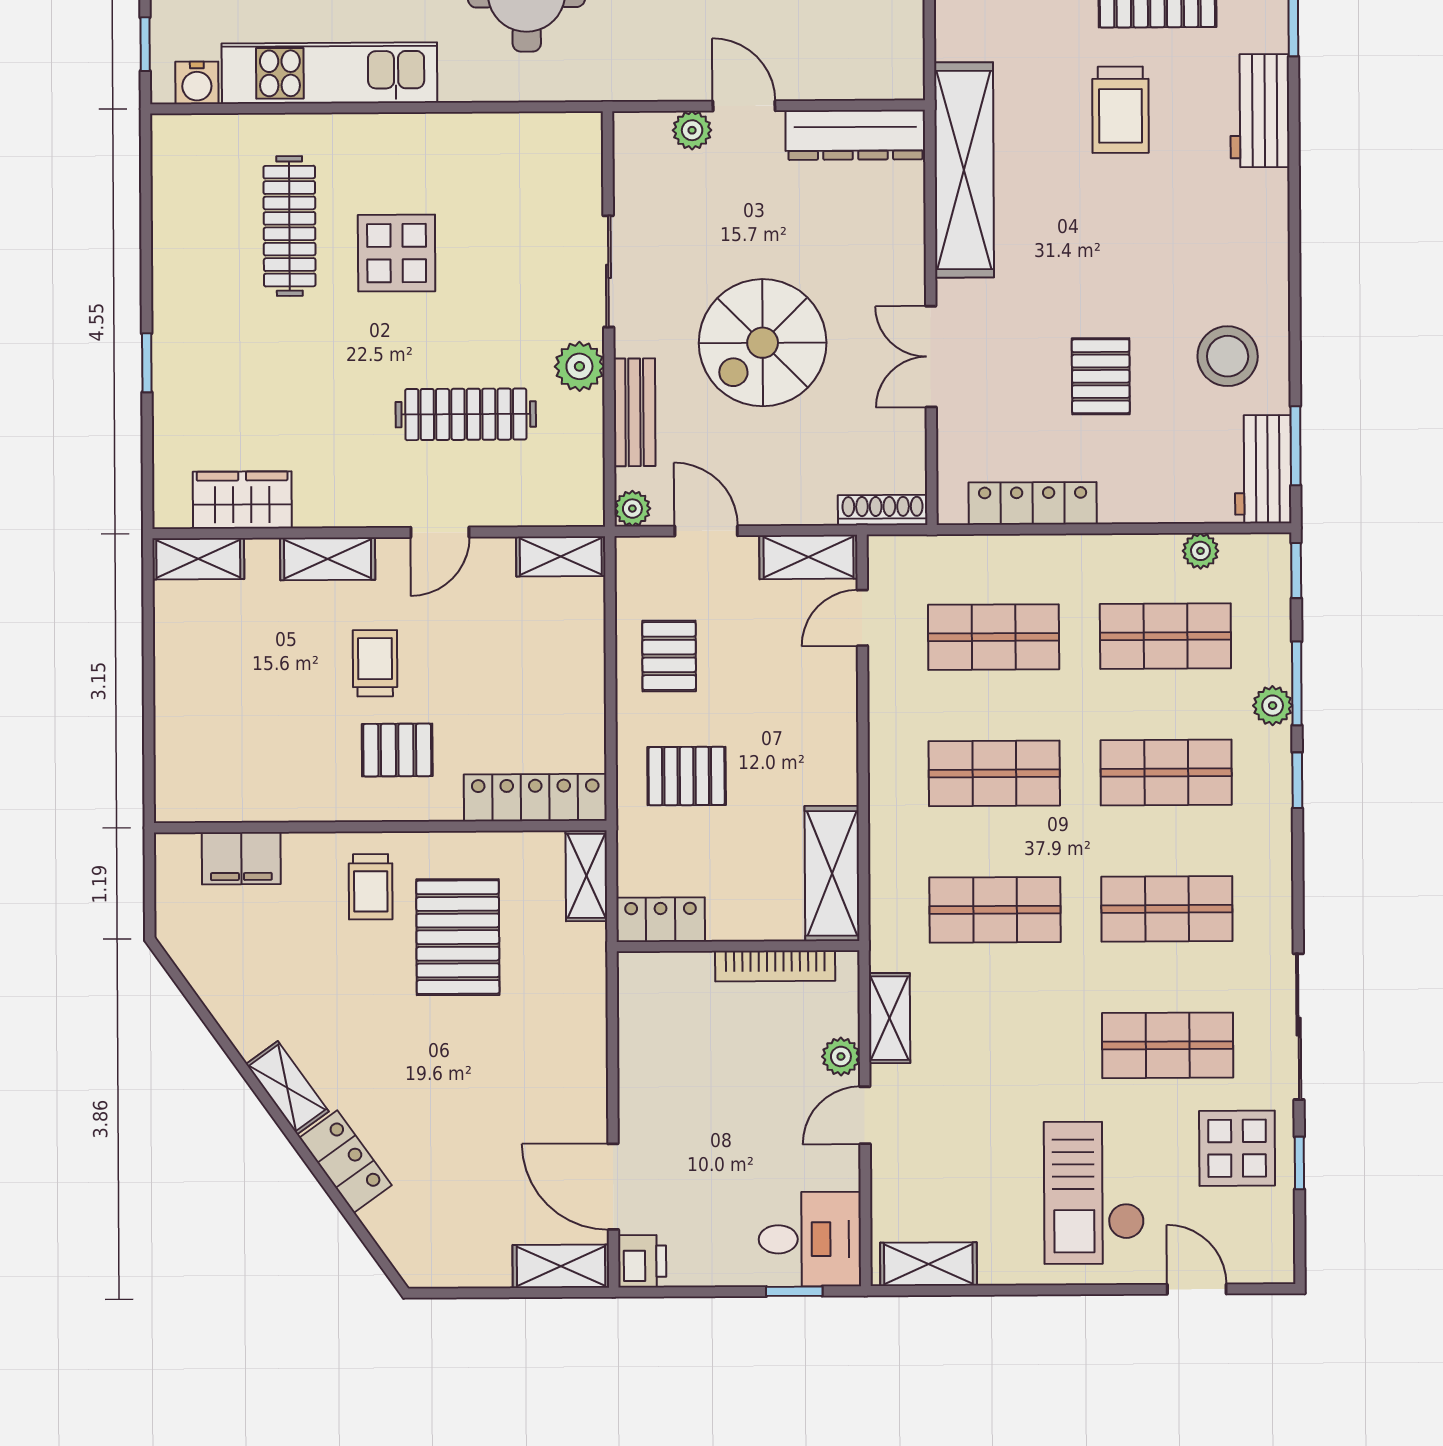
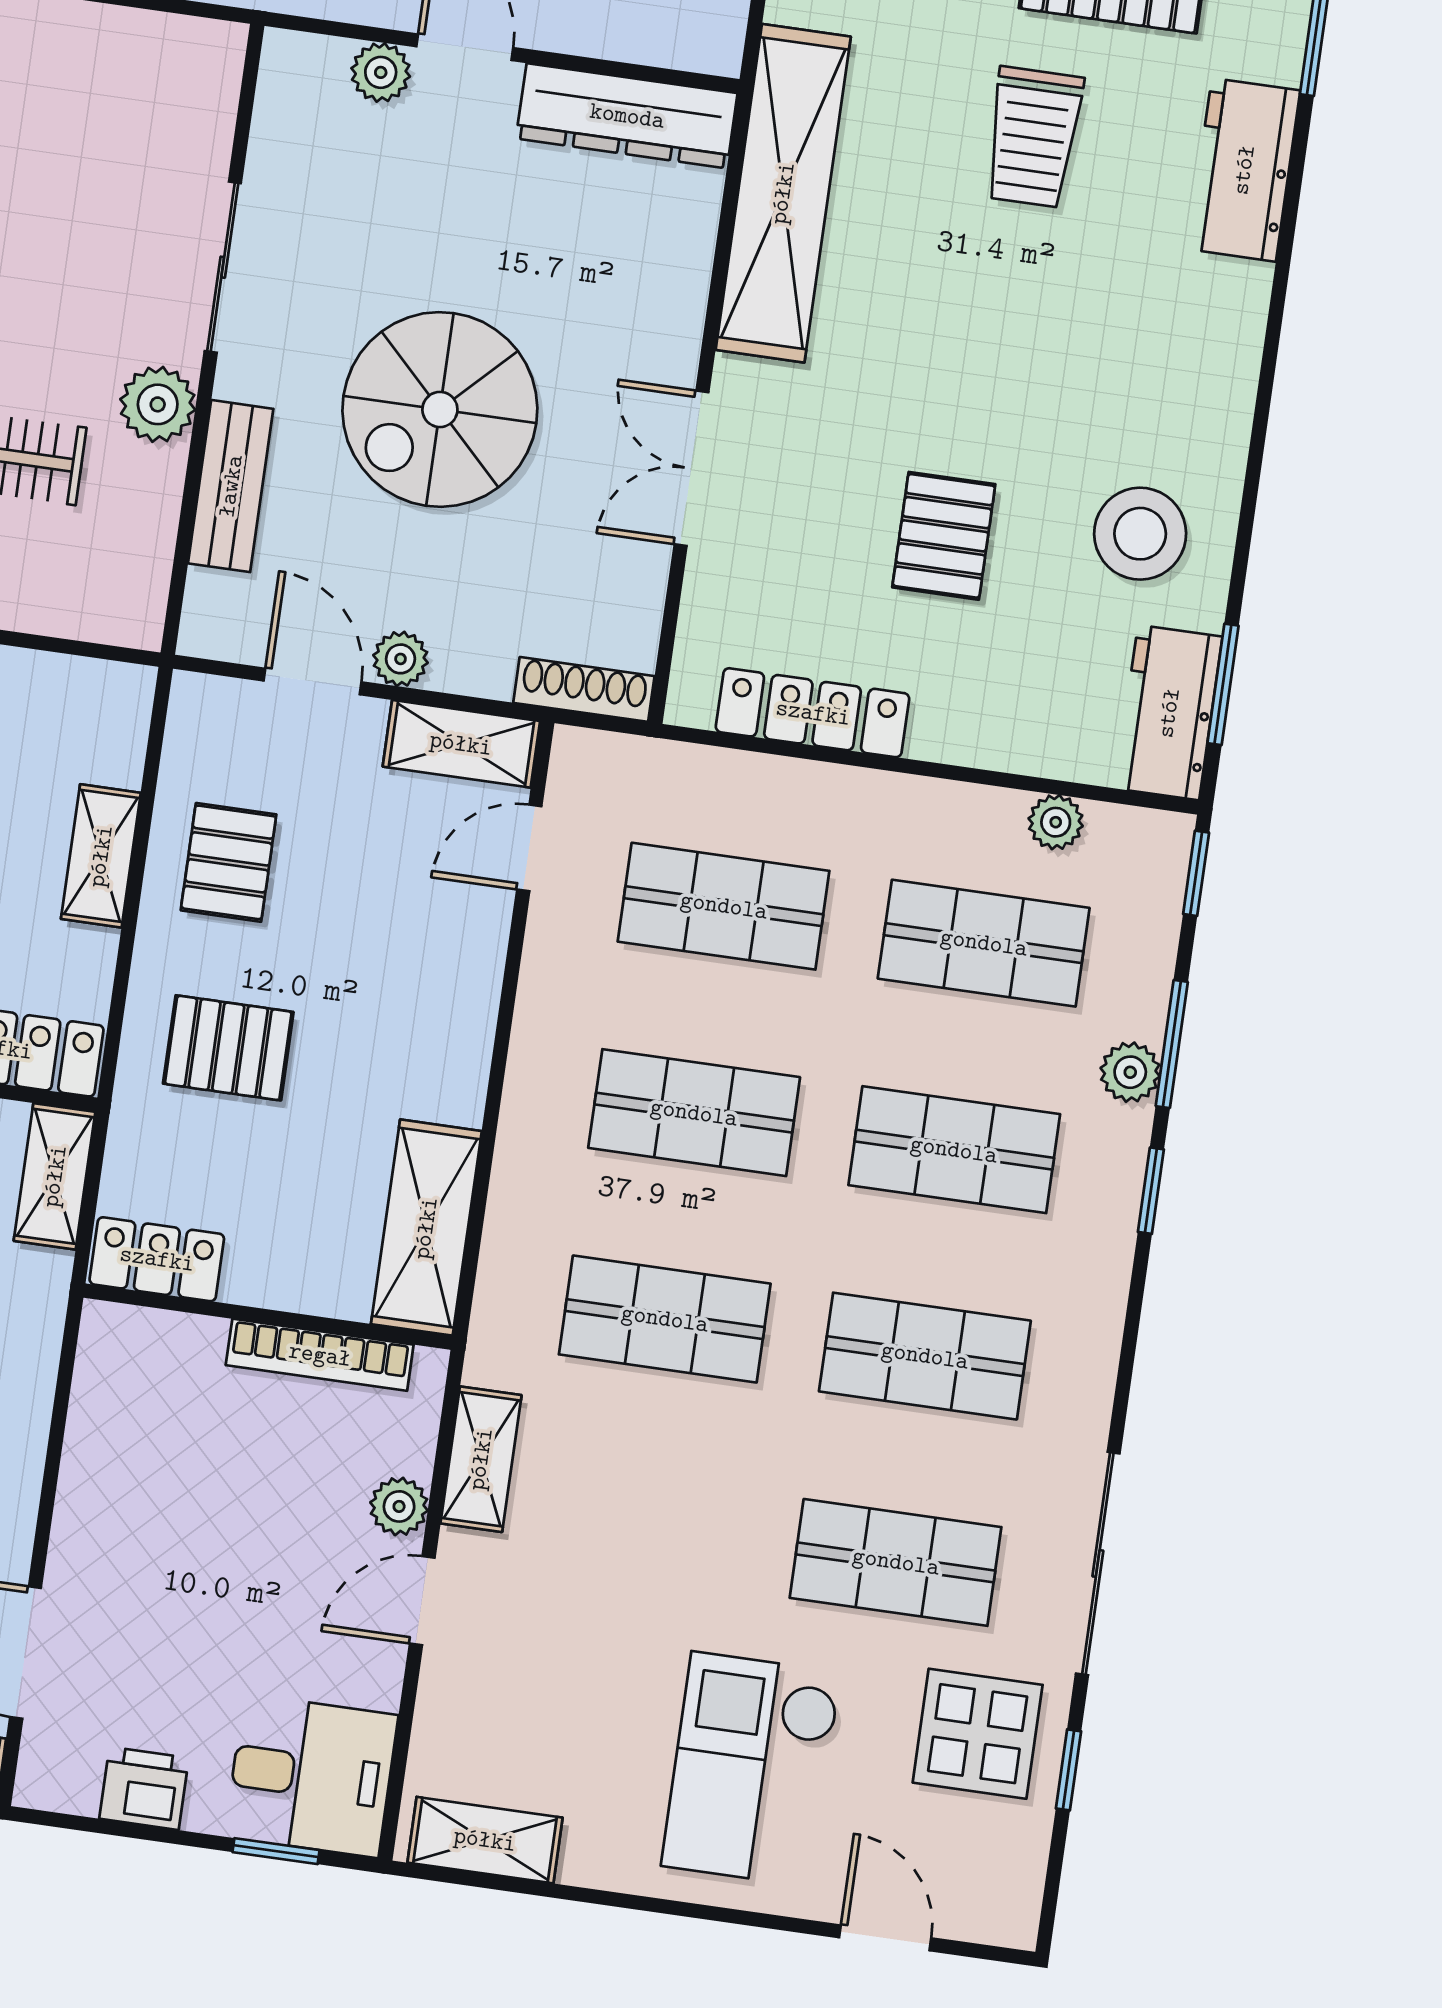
plant: (632, 509) -> (401, 659), moved
shelving: (561, 556) -> (101, 856), moved, turned 90
printer: (642, 1261) -> (144, 1788), moved, turned -90

